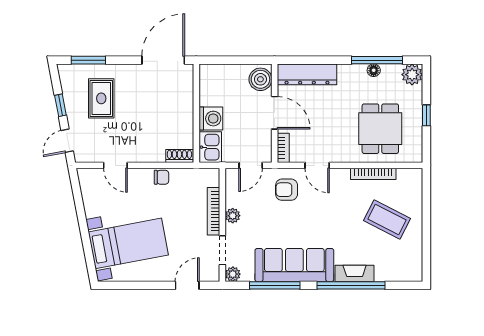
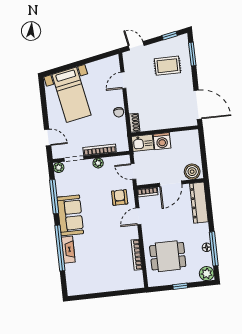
window: (60, 105) -> (170, 36), moved
coffee table: (387, 219) -> (107, 267), removed
sofa: (294, 265) -> (70, 215), width x0.73

